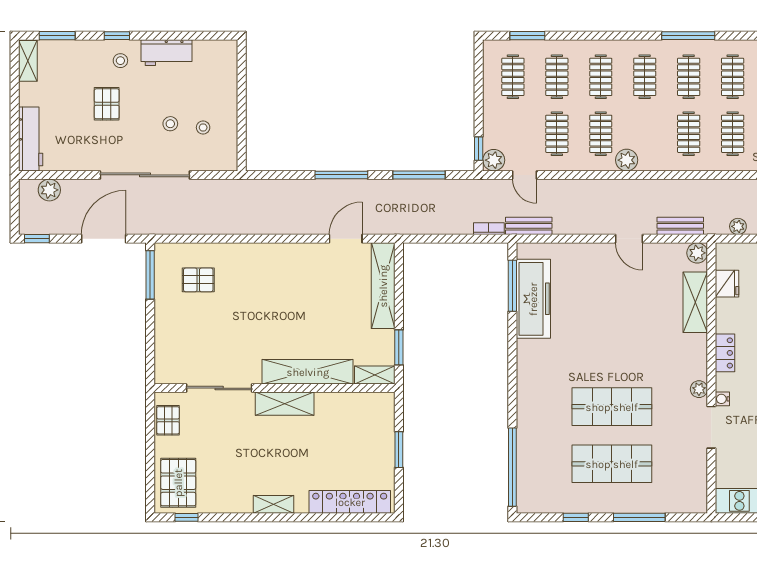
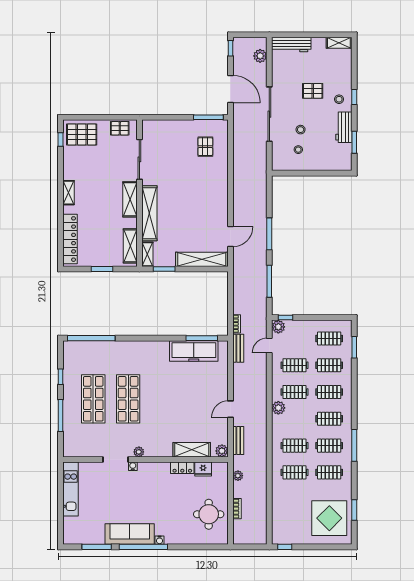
window: (57, 36) -> (354, 142), moved
door: (346, 239) -> (230, 237), hinge flipped
locker: (725, 353) -> (182, 468), moved
shelving: (361, 403) -> (130, 246), added

